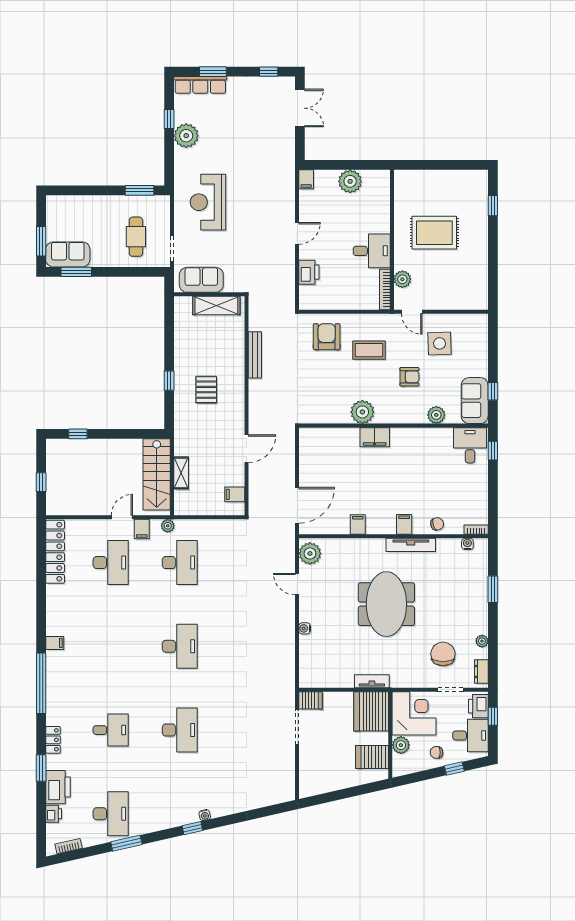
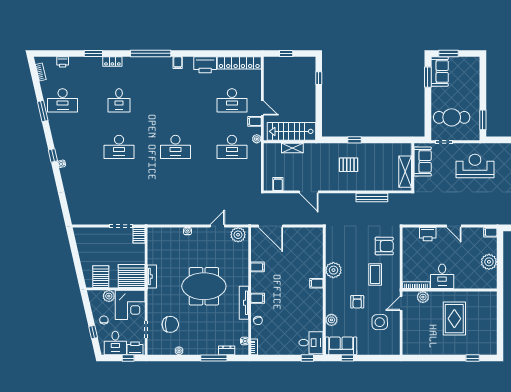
cafe table: (136, 237) -> (452, 117), width x1.37, depth x1.35
filing cabinet: (375, 437) -> (316, 283), width x0.50
window: (493, 589) -> (214, 358), width x1.44
dresser: (481, 672) -> (227, 350), moved
printer: (58, 787) -> (205, 65), moved

